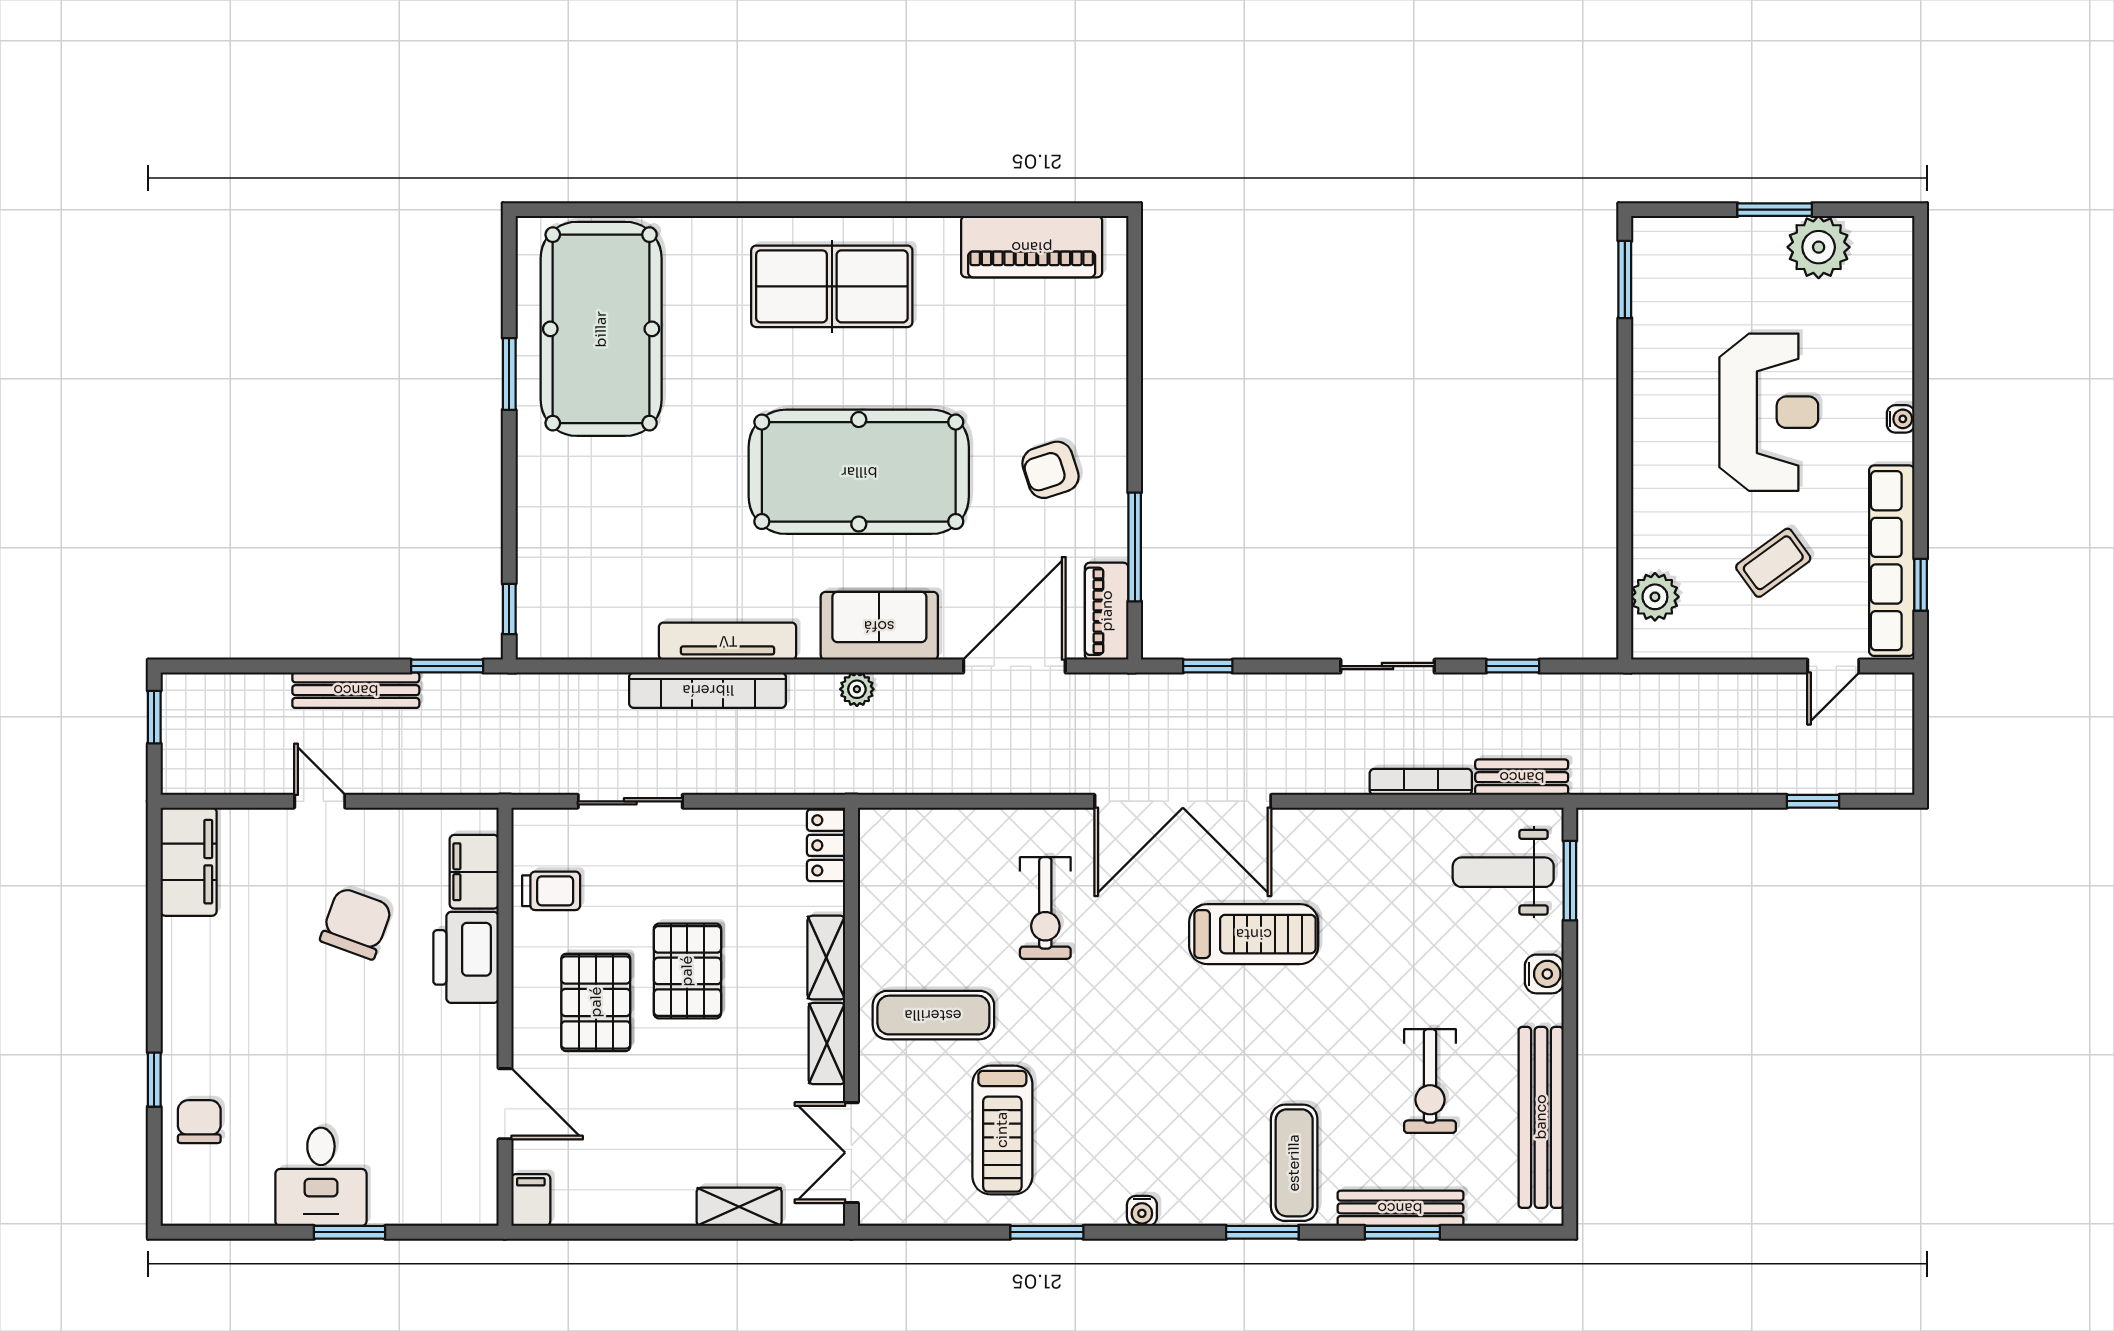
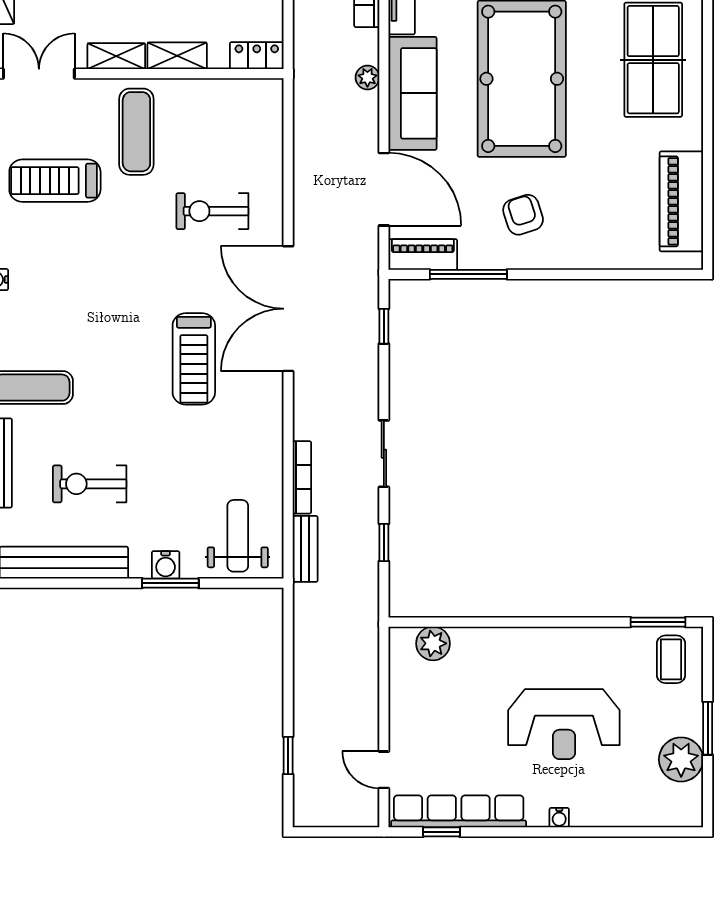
coffee table: (1773, 563) -> (671, 659), moved, turned 36
sofa: (879, 626) -> (412, 93), width x1.36
window: (1570, 881) -> (170, 583), moved

